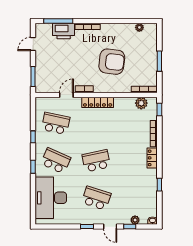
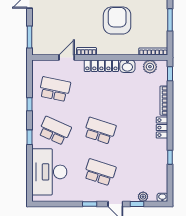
armchair: (112, 62) -> (117, 20), turned -97
washbasin: (121, 103) -> (127, 66), added
school desk: (96, 161) -> (100, 131), turned 30

